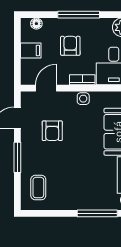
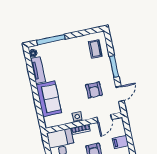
armchair: (52, 131) -> (94, 90), turned 180

